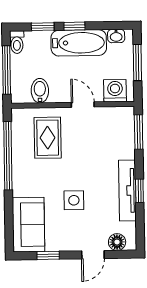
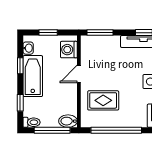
window: (74, 26) -> (20, 66), moved
window: (137, 62) -> (48, 33), width x0.67
bidet: (40, 91) -> (68, 121), moved

